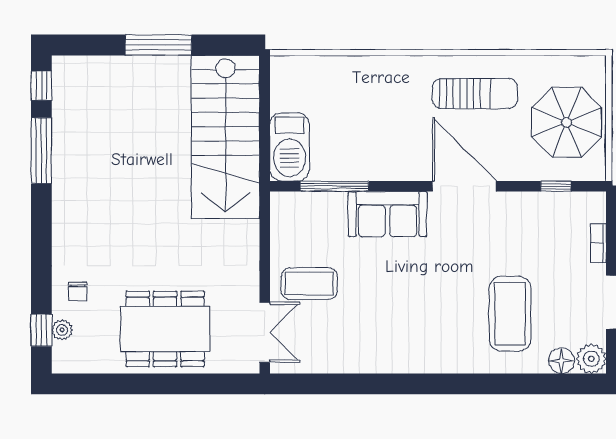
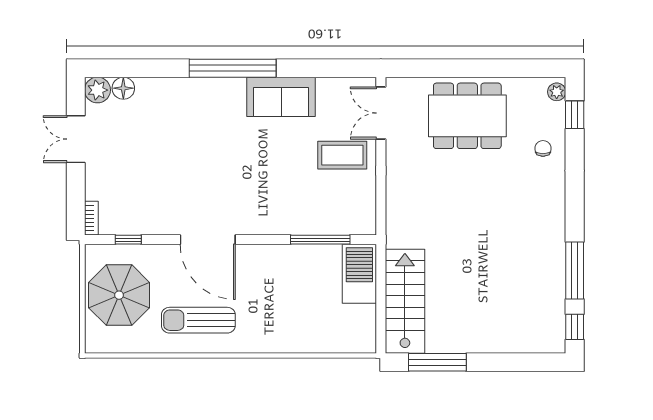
window: (158, 45) -> (437, 362), moved
stairs: (226, 137) -> (405, 301), width x0.73, depth x0.66
sofa: (388, 214) -> (281, 97), moved, turned 180
bookcase: (598, 243) -> (91, 218), moved
coffee table: (510, 314) -> (168, 129), removed
plant: (62, 330) -> (557, 92), moved
window: (435, 384) -> (233, 68), added

